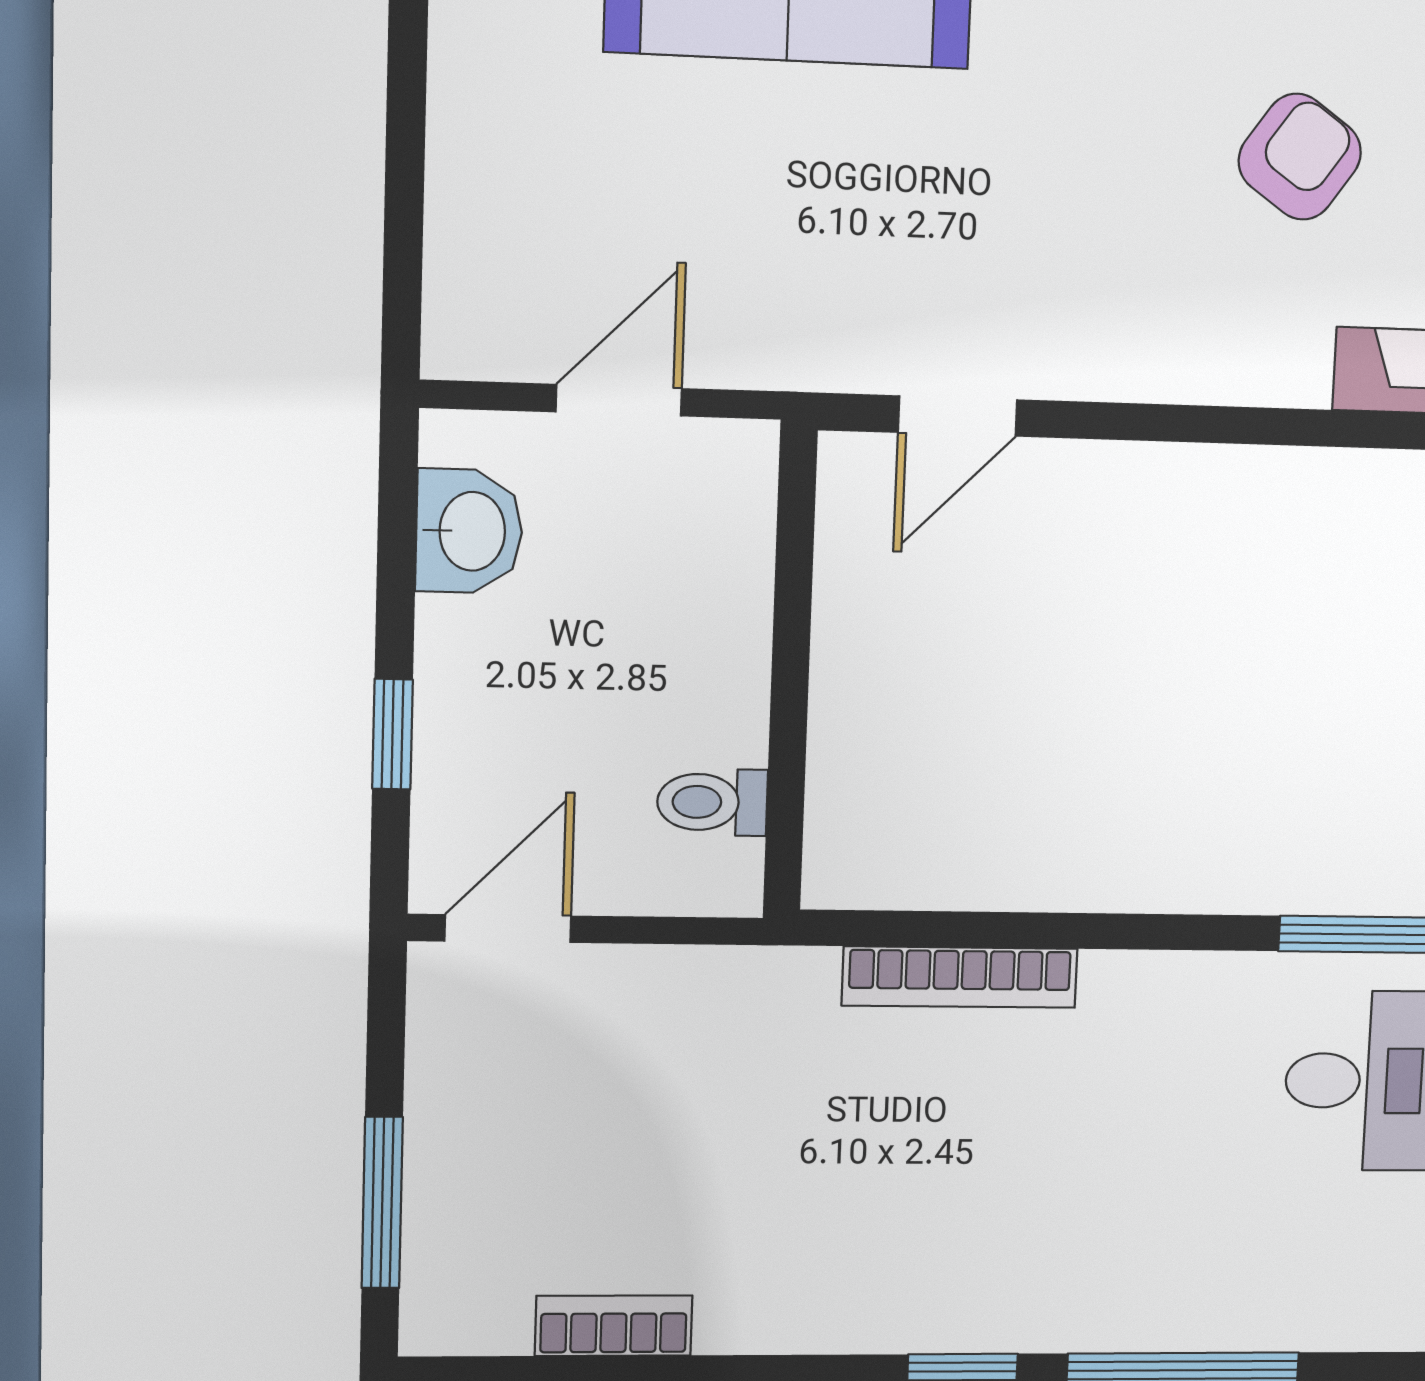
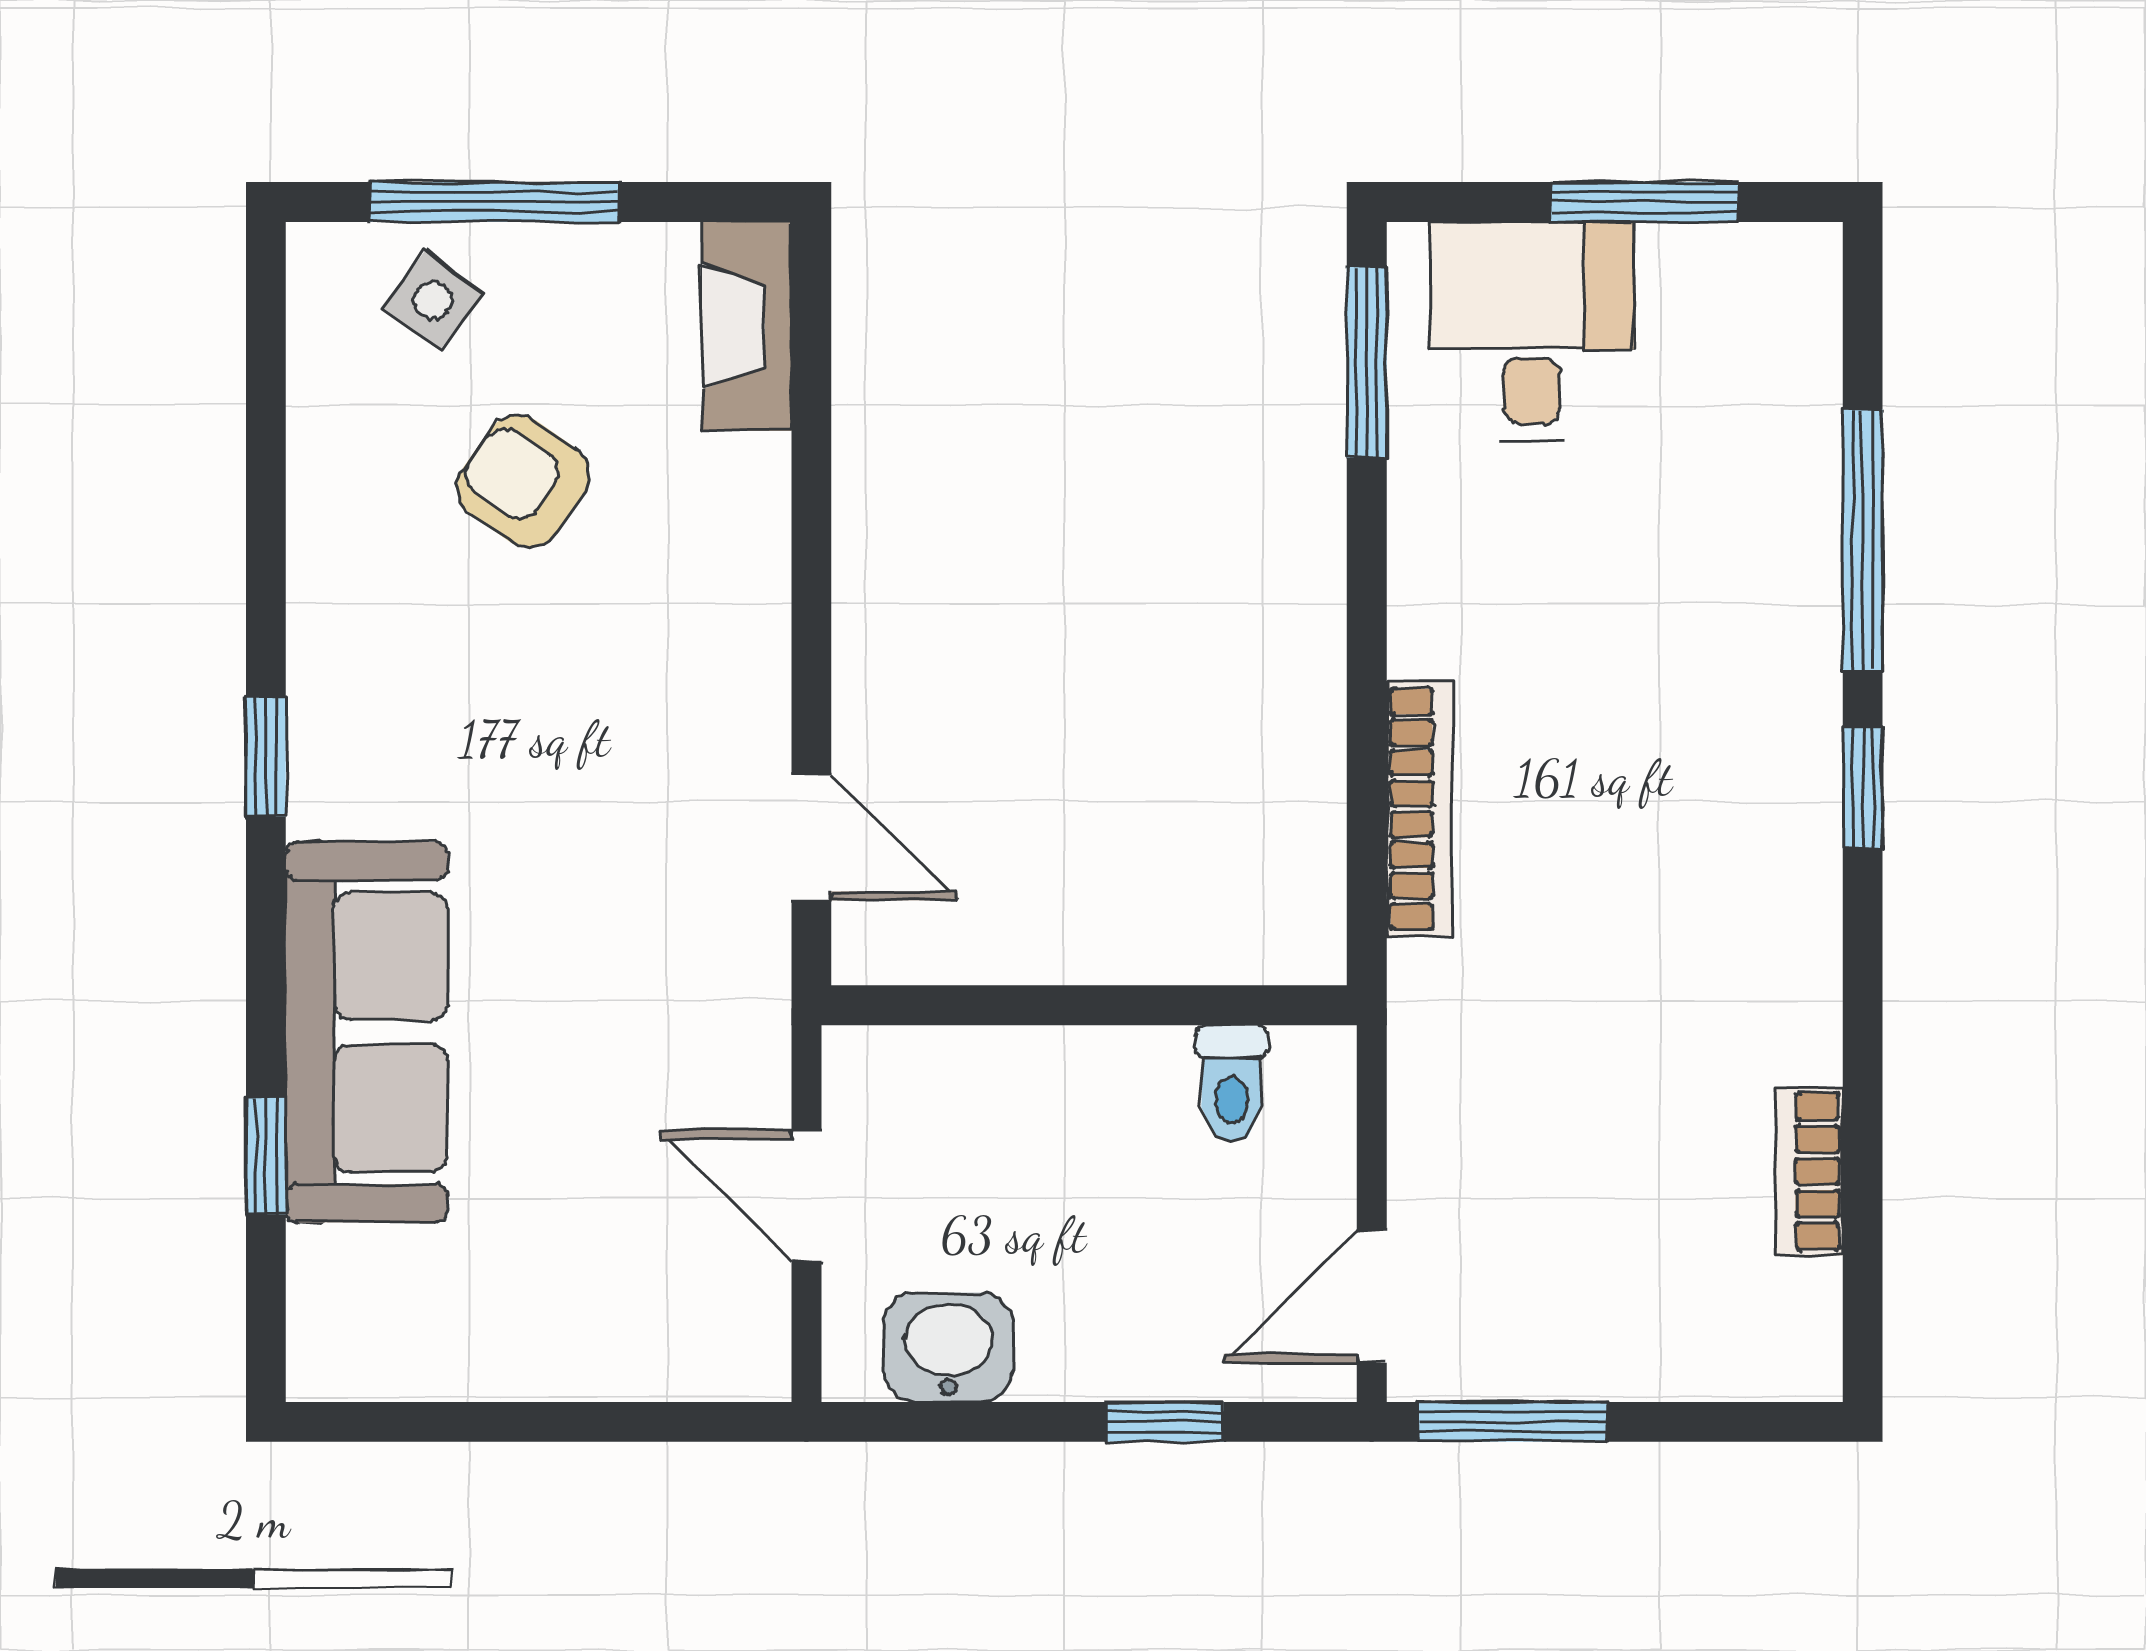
door: (508, 929) -> (1372, 1296), hinge flipped
window: (382, 1203) -> (1513, 1422), moved

